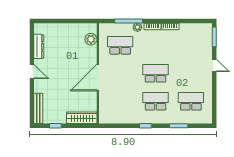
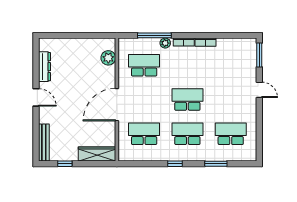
school desk: (120, 101) -> (144, 134), added

